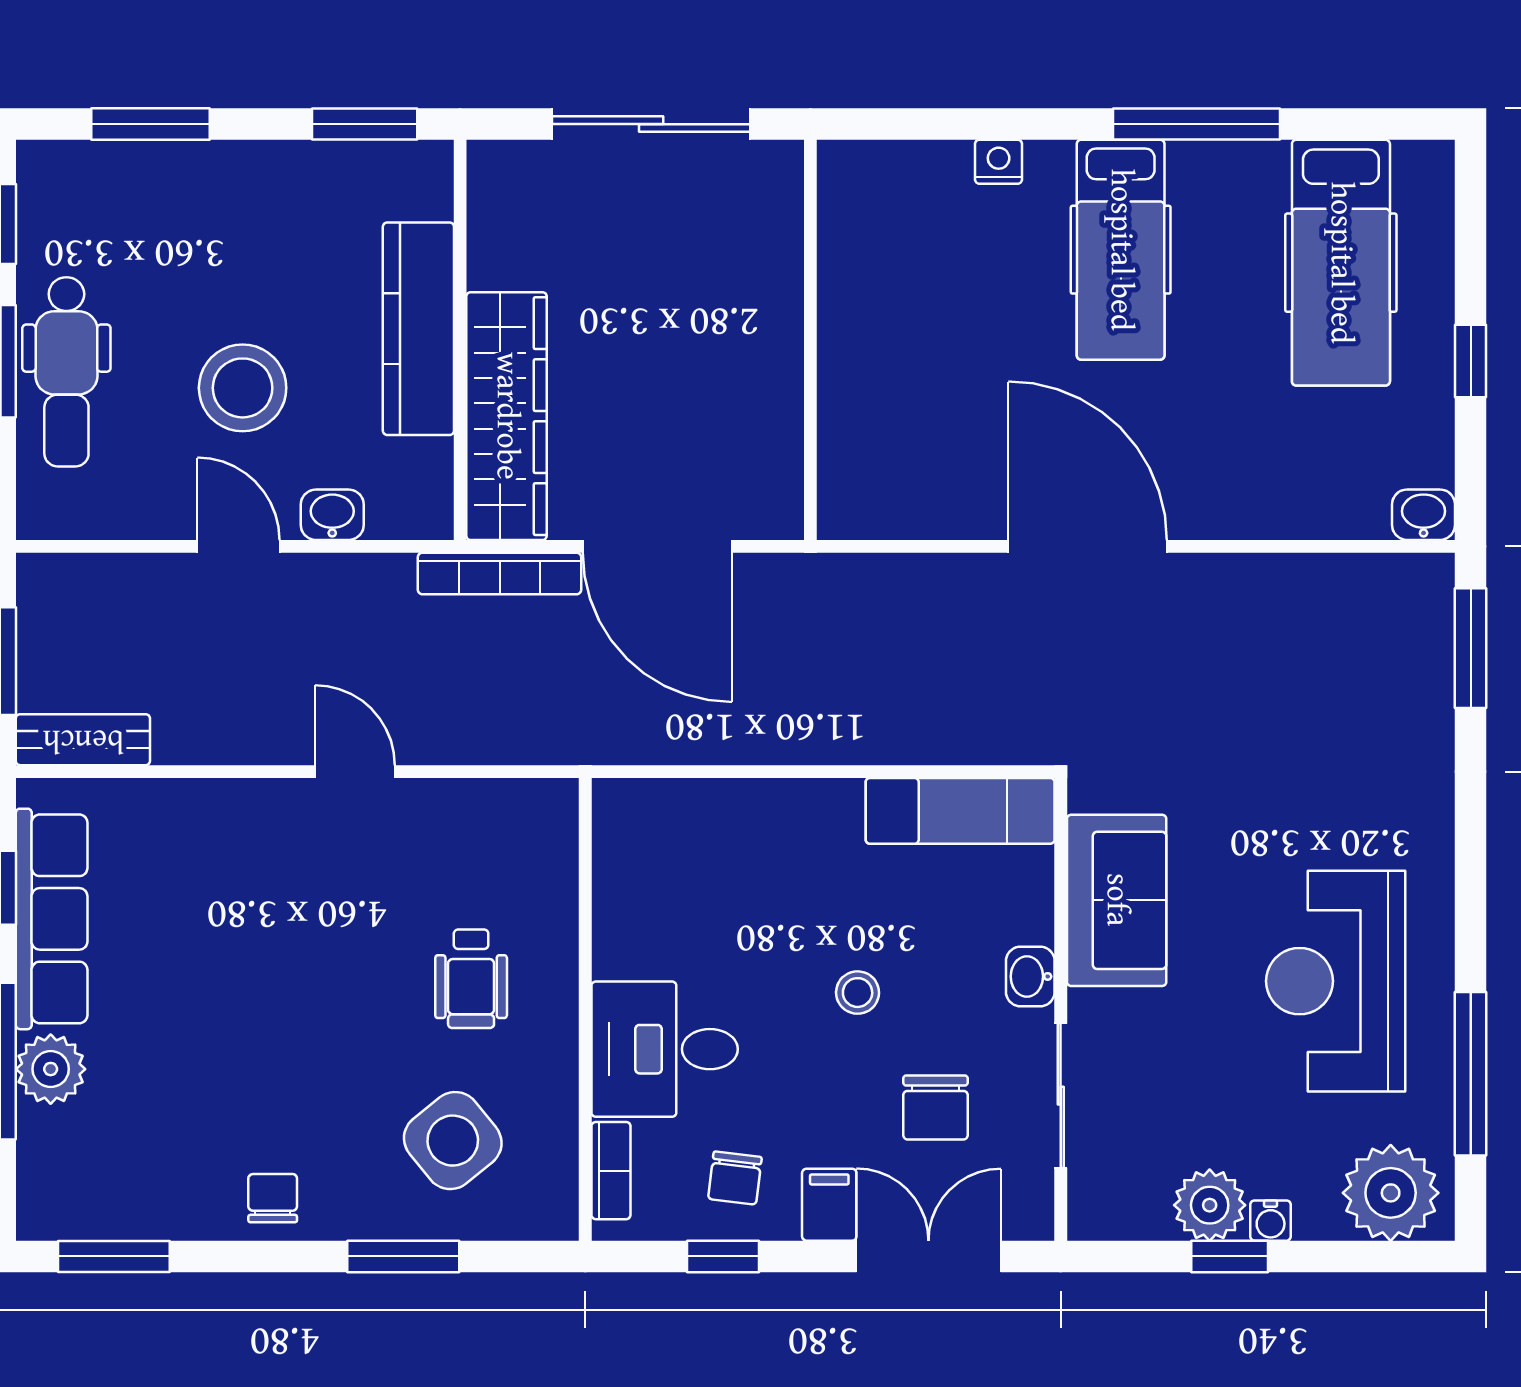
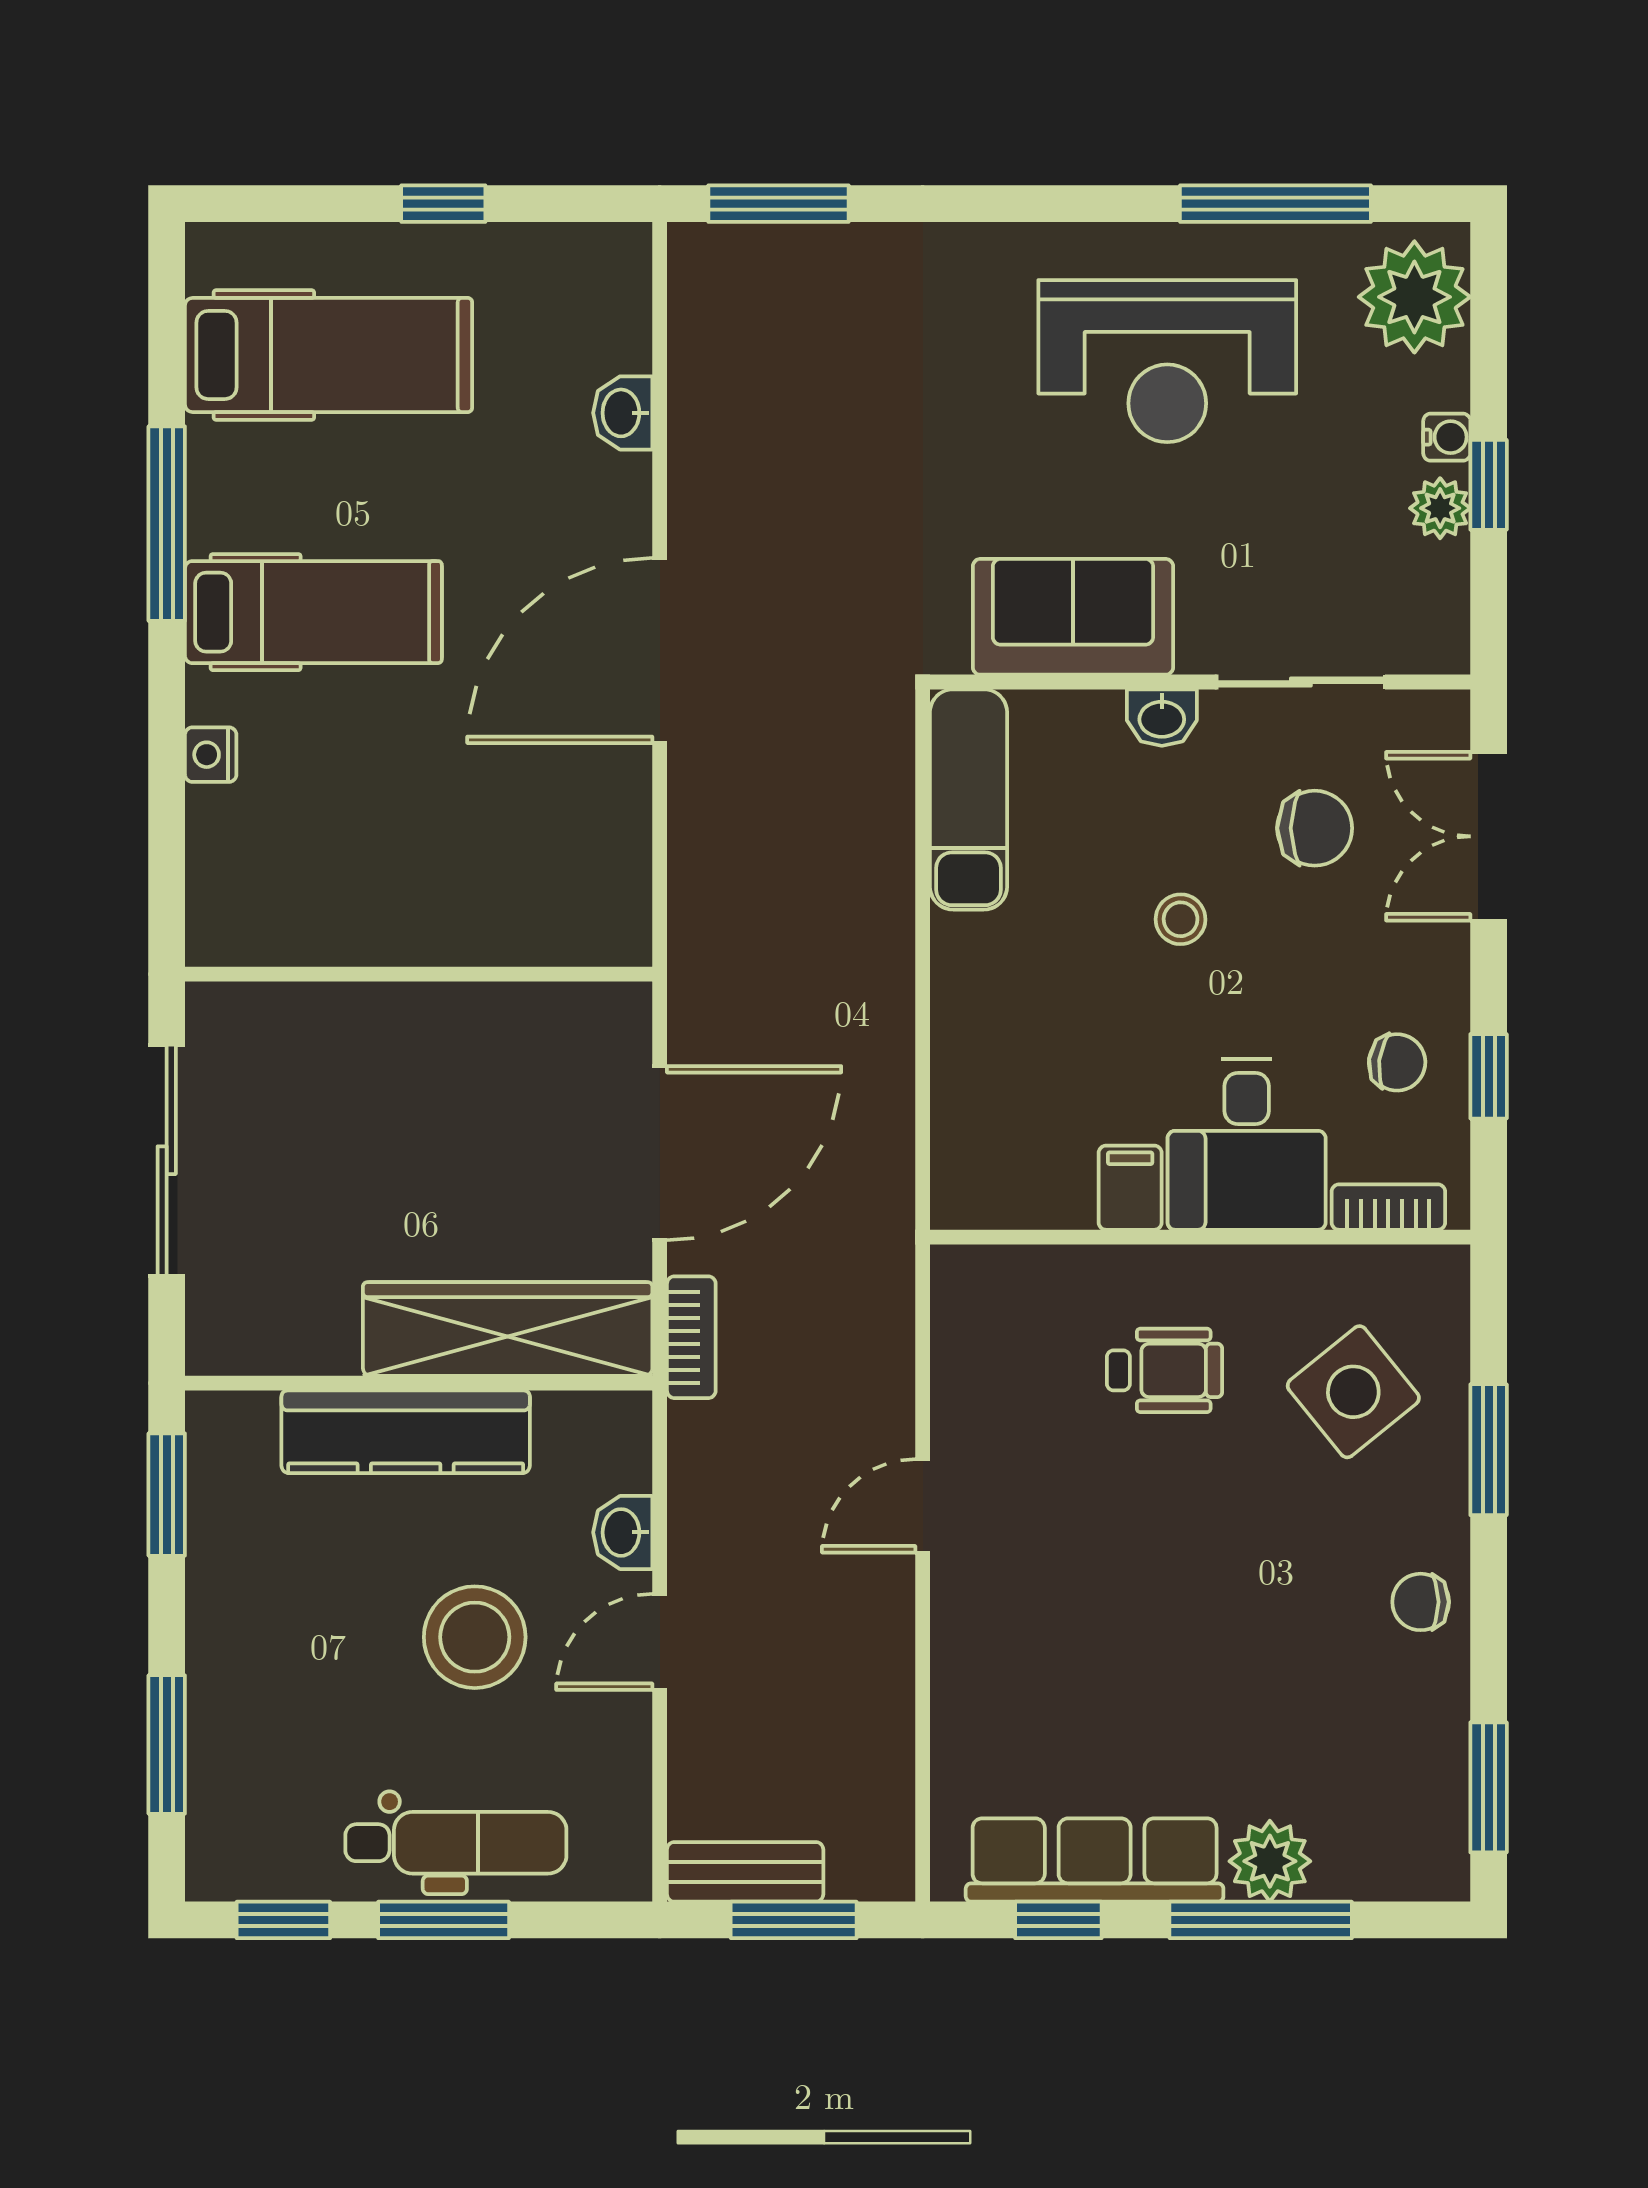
washbasin: (1424, 515) -> (623, 413), moved
bookcase: (500, 573) -> (691, 1337), width x0.64
bench: (83, 740) -> (745, 1872), moved, turned 90
filing cabinet: (829, 1205) -> (1130, 1188), moved, turned 90
plant: (1210, 1205) -> (1440, 508), width x0.73, depth x0.73

